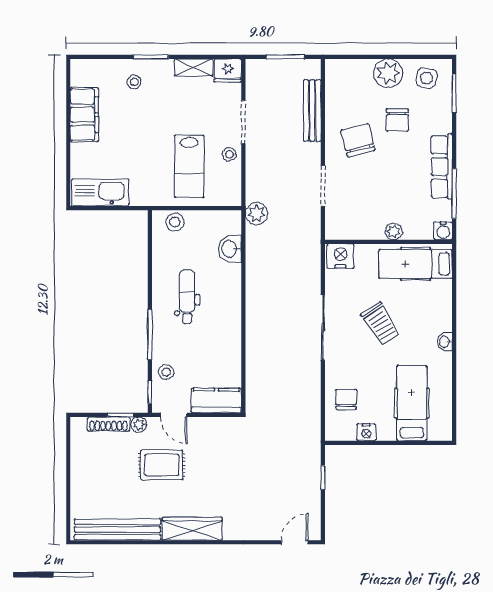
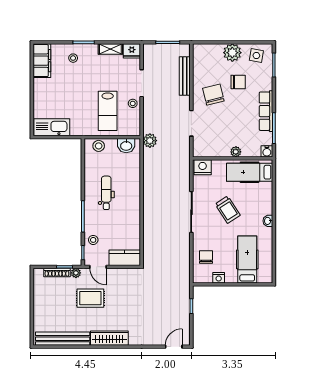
filing cabinet: (84, 115) -> (42, 61), moved
chair: (397, 120) -> (238, 82), turned -90
washbasin: (230, 249) -> (126, 146), moved, turned -90

